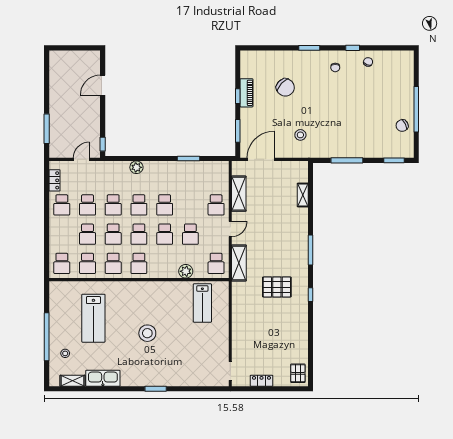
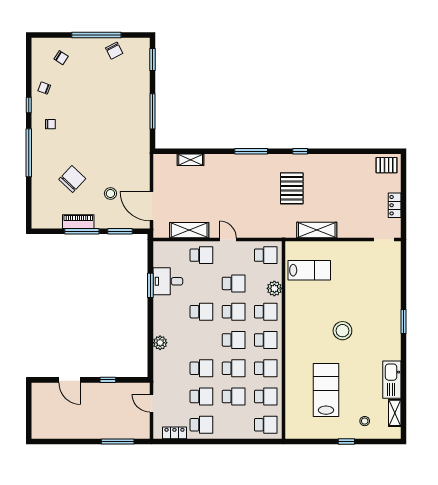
window: (309, 48) -> (29, 153), width x2.11
chair: (396, 77) -> (61, 58), added
window: (238, 96) -> (82, 231), width x2.17
stool: (300, 135) -> (110, 194), moved
window: (103, 144) -> (108, 380), moved
desk: (192, 174) -> (168, 281), added
school desk: (139, 205) -> (266, 312), moved
shelving: (239, 263) -> (317, 230), moved
lab bench: (93, 318) -> (326, 390), turned -90
window: (47, 337) -> (346, 441), width x0.32

